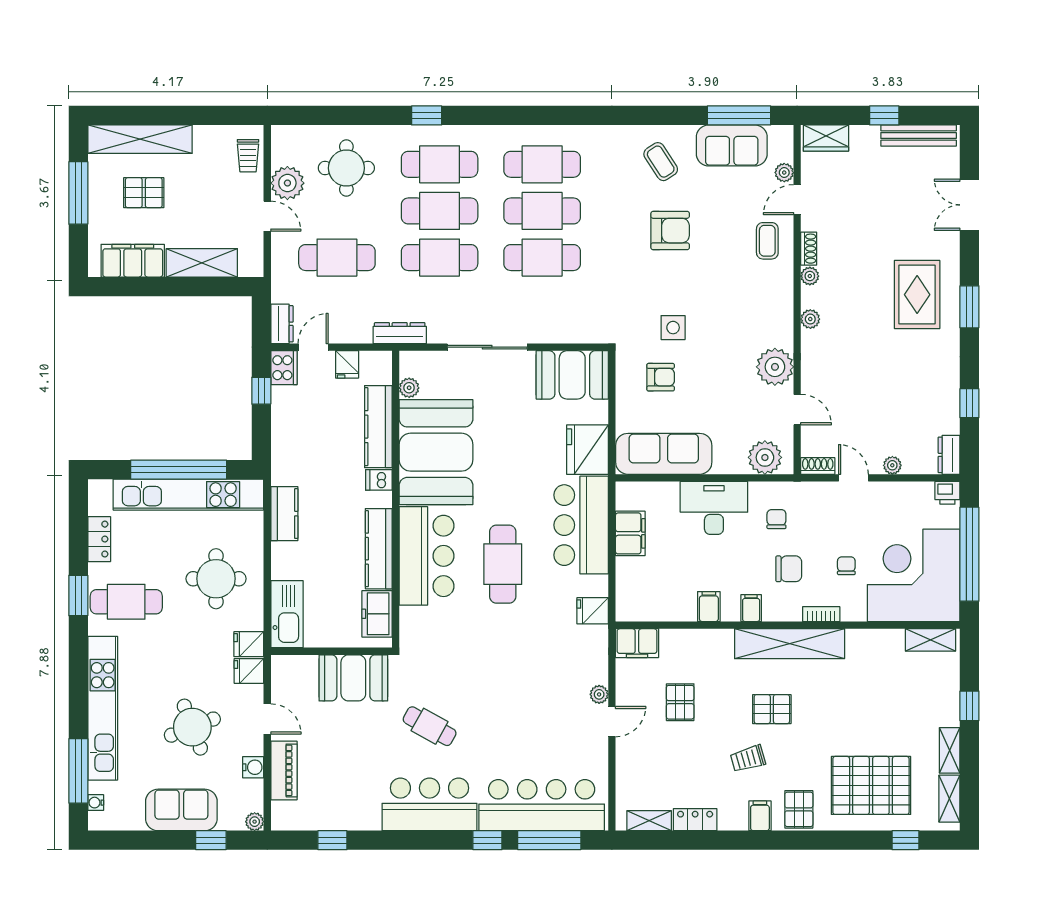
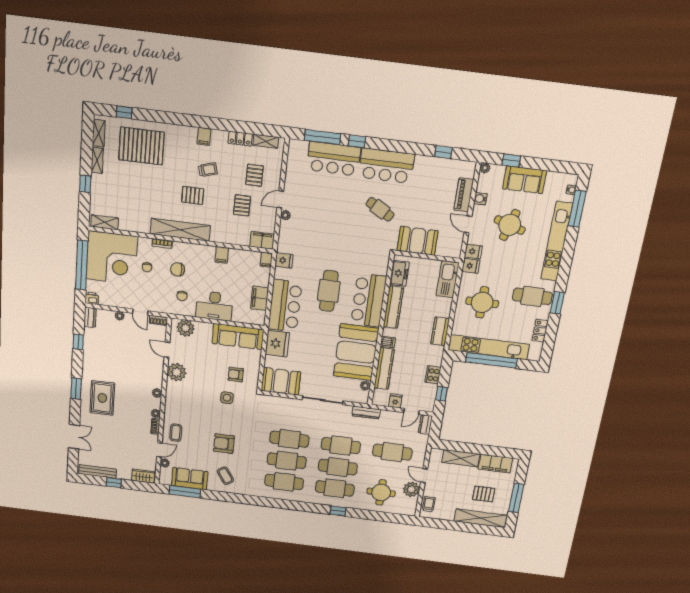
cooker: (284, 368) -> (433, 375), moved
filing cabinet: (751, 608) -> (266, 260), moved
round table: (192, 727) -> (510, 225), turned 38
bar counter: (542, 805) -> (334, 159), width x0.73
pallet: (799, 809) -> (254, 175), moved

